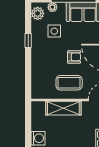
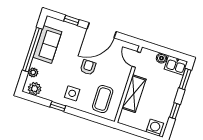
side table: (54, 31) -> (72, 93), moved
coffee table: (69, 83) -> (103, 99), moved

